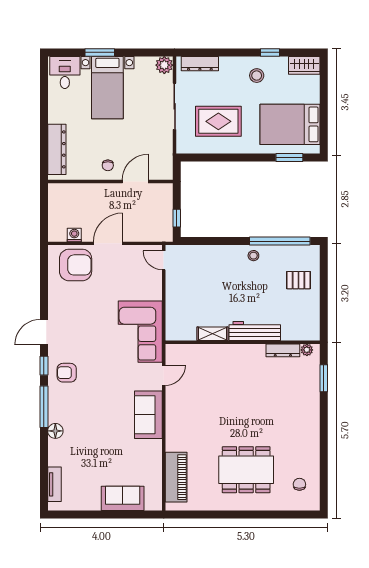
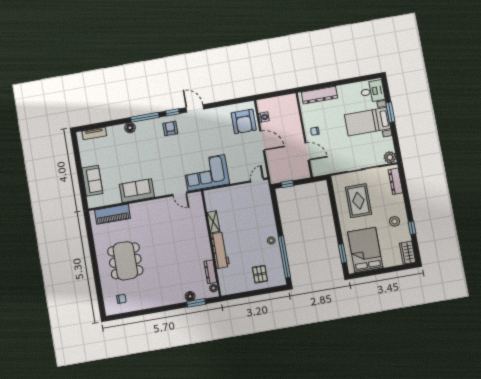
floor lamp: (313, 385) -> (190, 296), added
sofa: (148, 415) -> (137, 191), moved

